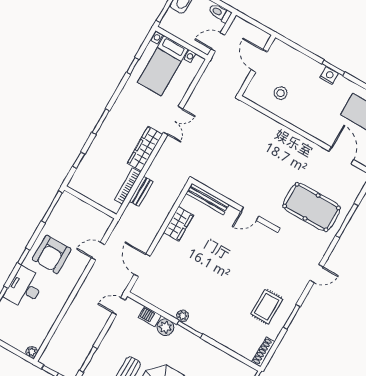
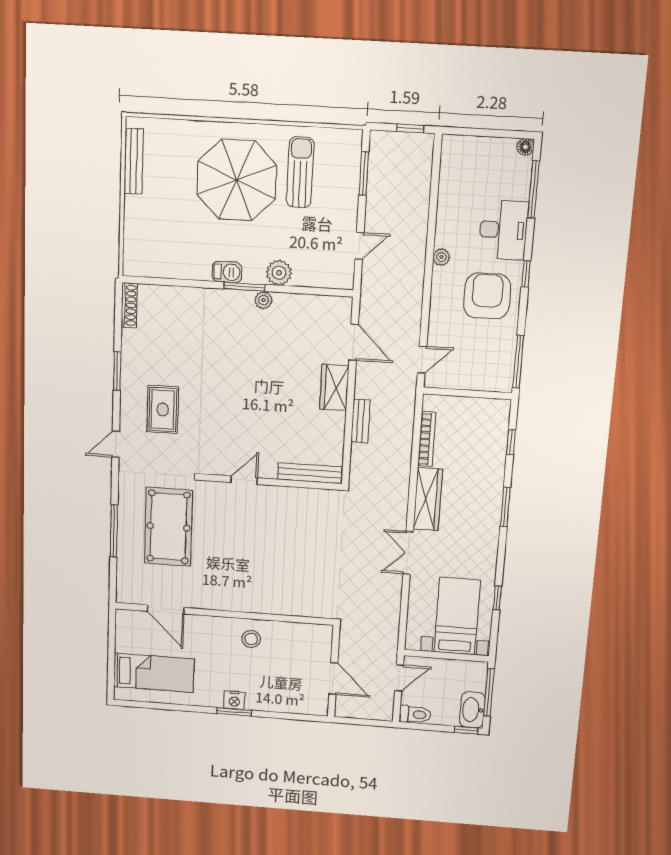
stool: (281, 93) -> (251, 639), moved
bench: (141, 191) -> (360, 421), moved
pool table: (312, 207) -> (168, 527), turned 90
wardrobe: (178, 224) -> (334, 388), moved
door: (98, 251) -> (422, 360), moved
door: (119, 306) -> (359, 246), moved
rug: (267, 307) -> (163, 410), moved
barbecue: (150, 316) -> (227, 272), moved
plant: (32, 352) -> (441, 257), moved

